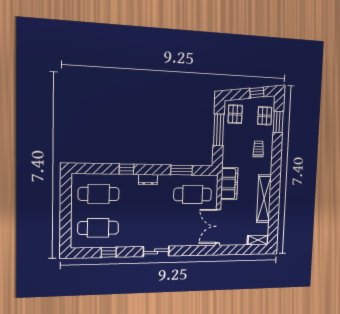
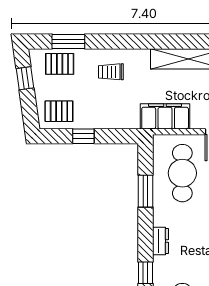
window: (219, 130) -> (83, 136), width x0.46

